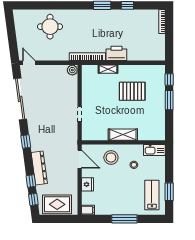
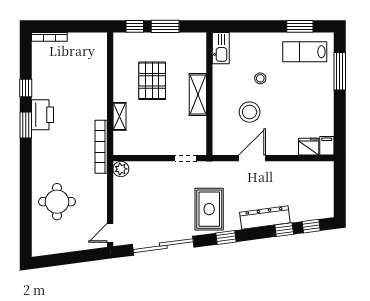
printer: (116, 53) -> (42, 115), moved, turned 180
shelving: (123, 135) -> (198, 95), moved
wall: (123, 142) -> (209, 94), moved
kitchen sink: (154, 150) -> (221, 48), moved
fridge: (87, 184) -> (309, 147), moved
rug: (57, 204) -> (209, 209), moved
window: (124, 219) -> (340, 71), moved

